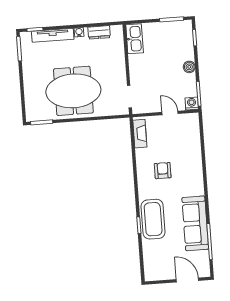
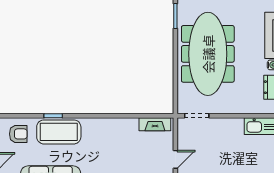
meeting table: (73, 91) -> (208, 54), width x1.36
armchair: (163, 171) -> (18, 134), moved

